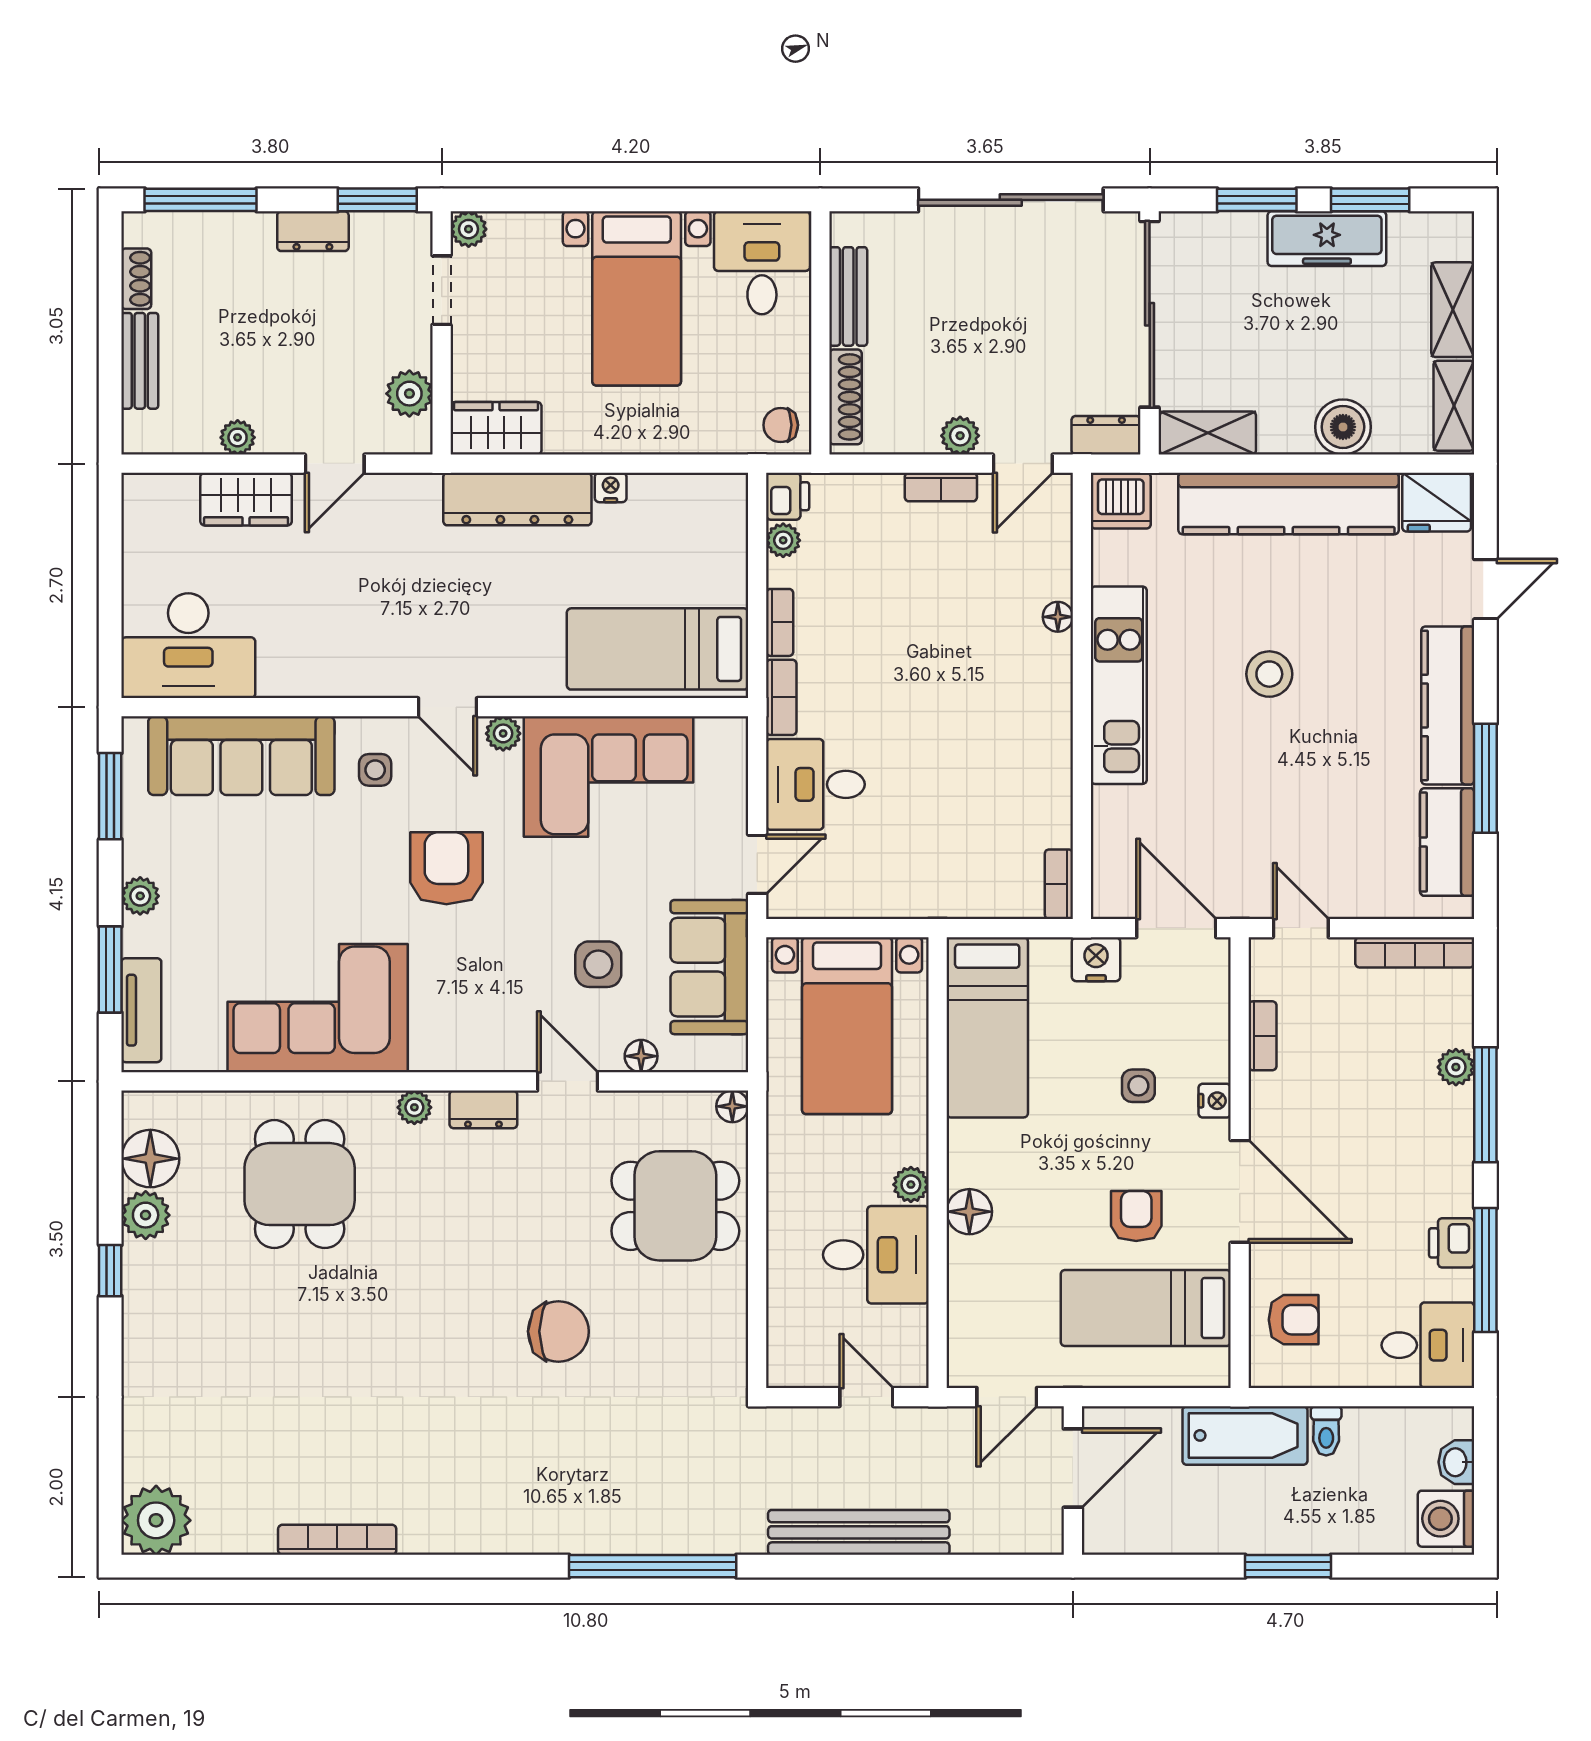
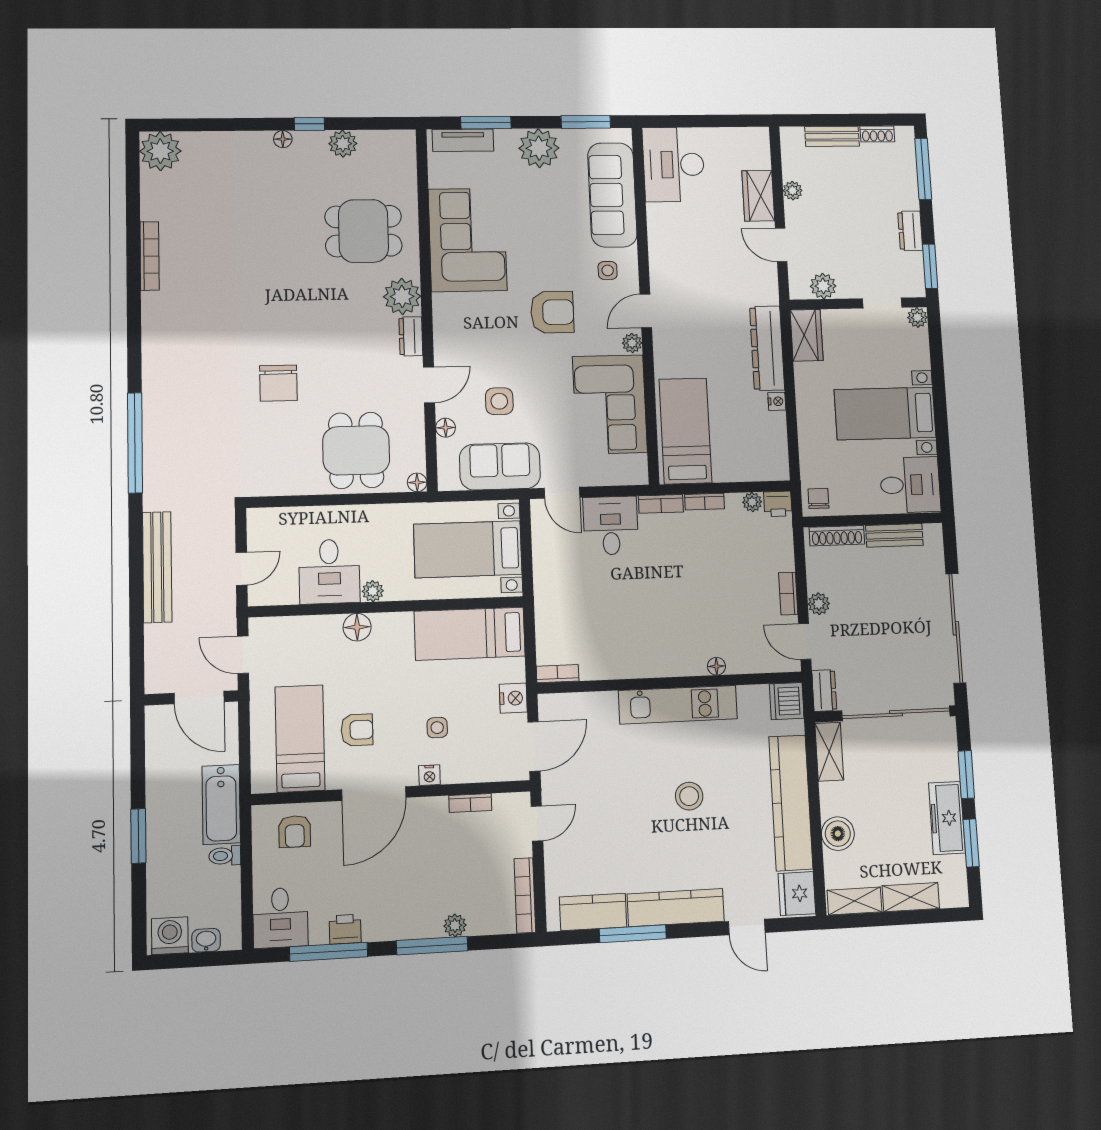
plant: (140, 896) -> (539, 148), width x1.88, depth x1.88
plant: (414, 1107) -> (402, 296), width x1.87, depth x1.87
floor lamp: (150, 1159) -> (283, 139), moved, width x0.53, depth x0.53

